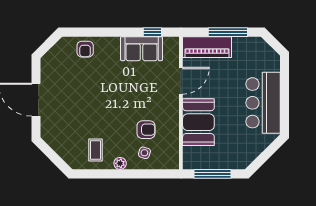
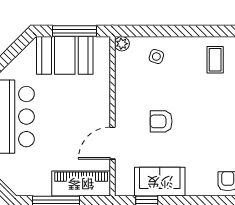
booth: (198, 122) -> (65, 55), moved, turned 90
armchair: (146, 130) -> (161, 121), moved
plant: (120, 163) -> (122, 44), moved

